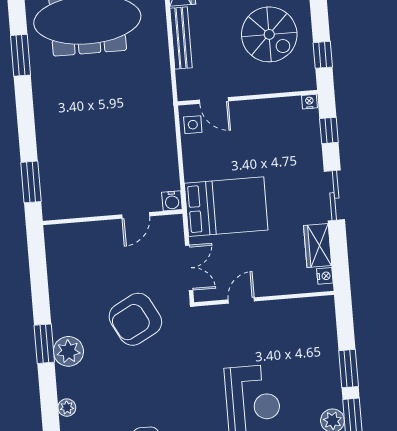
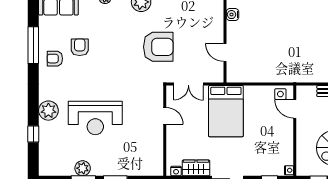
door: (214, 100) -> (295, 109), hinge flipped
water cooler: (172, 201) -> (232, 15), moved
armchair: (135, 319) -> (158, 47), turned 118

